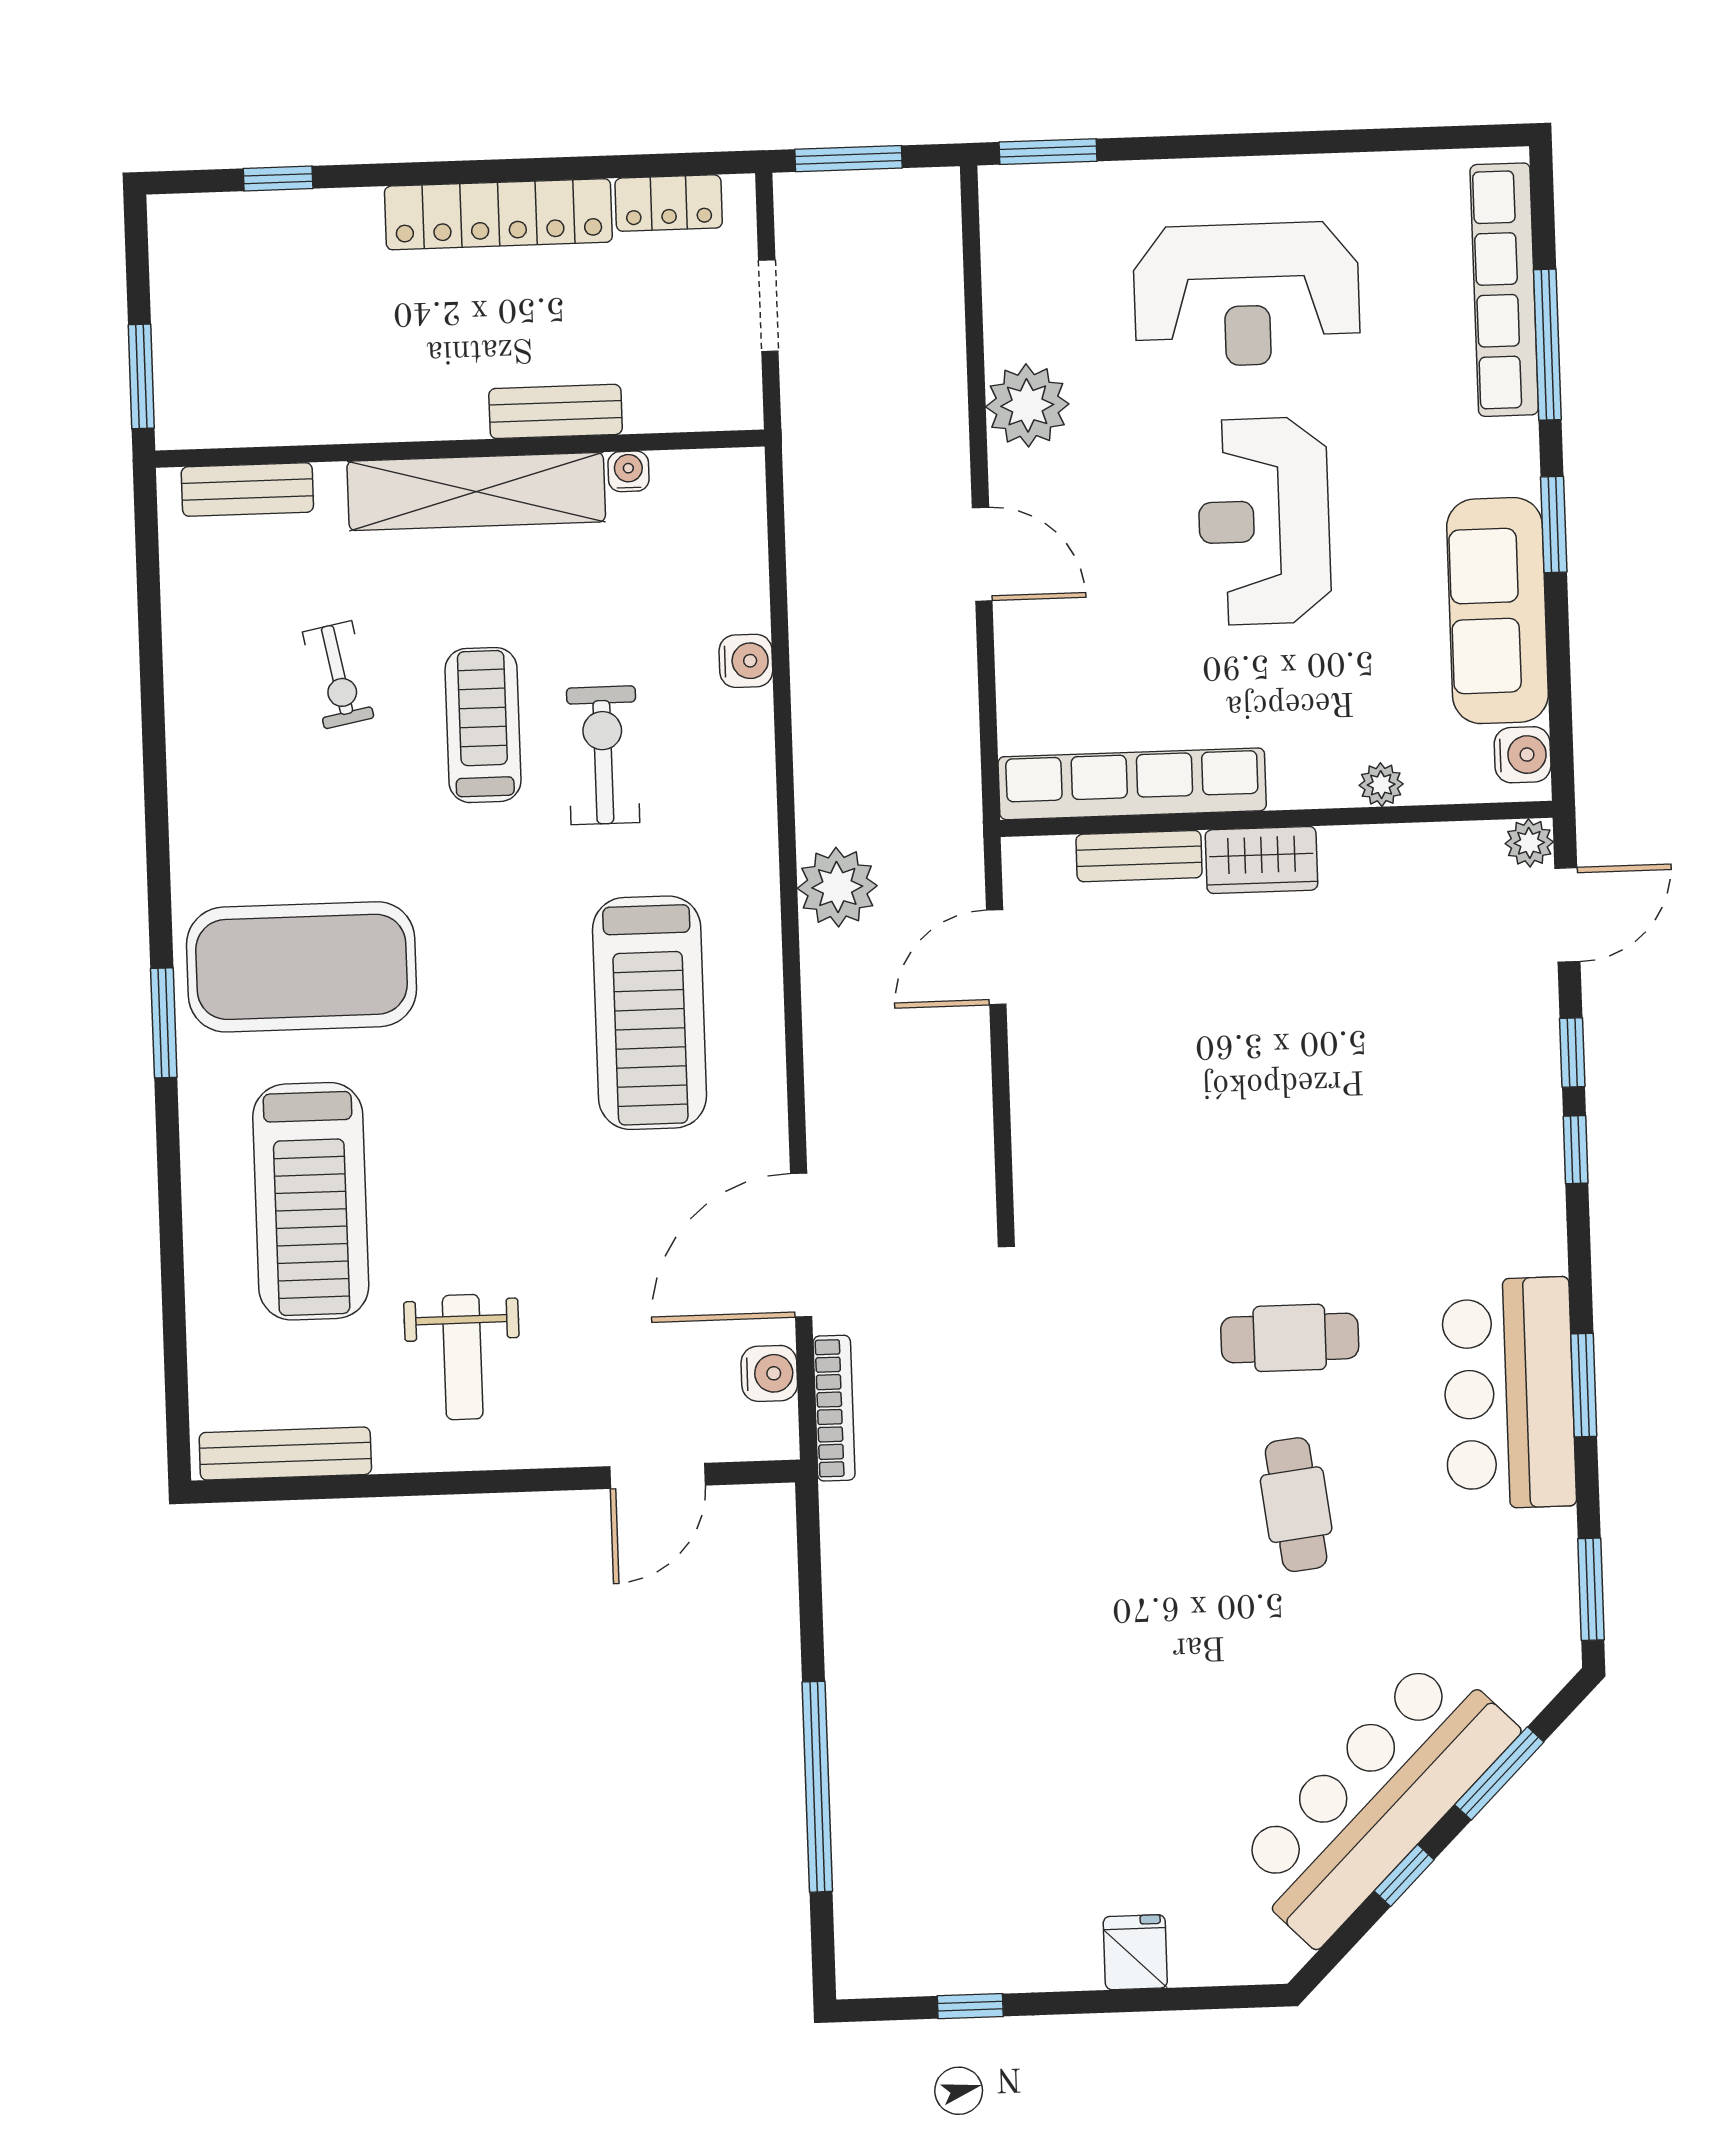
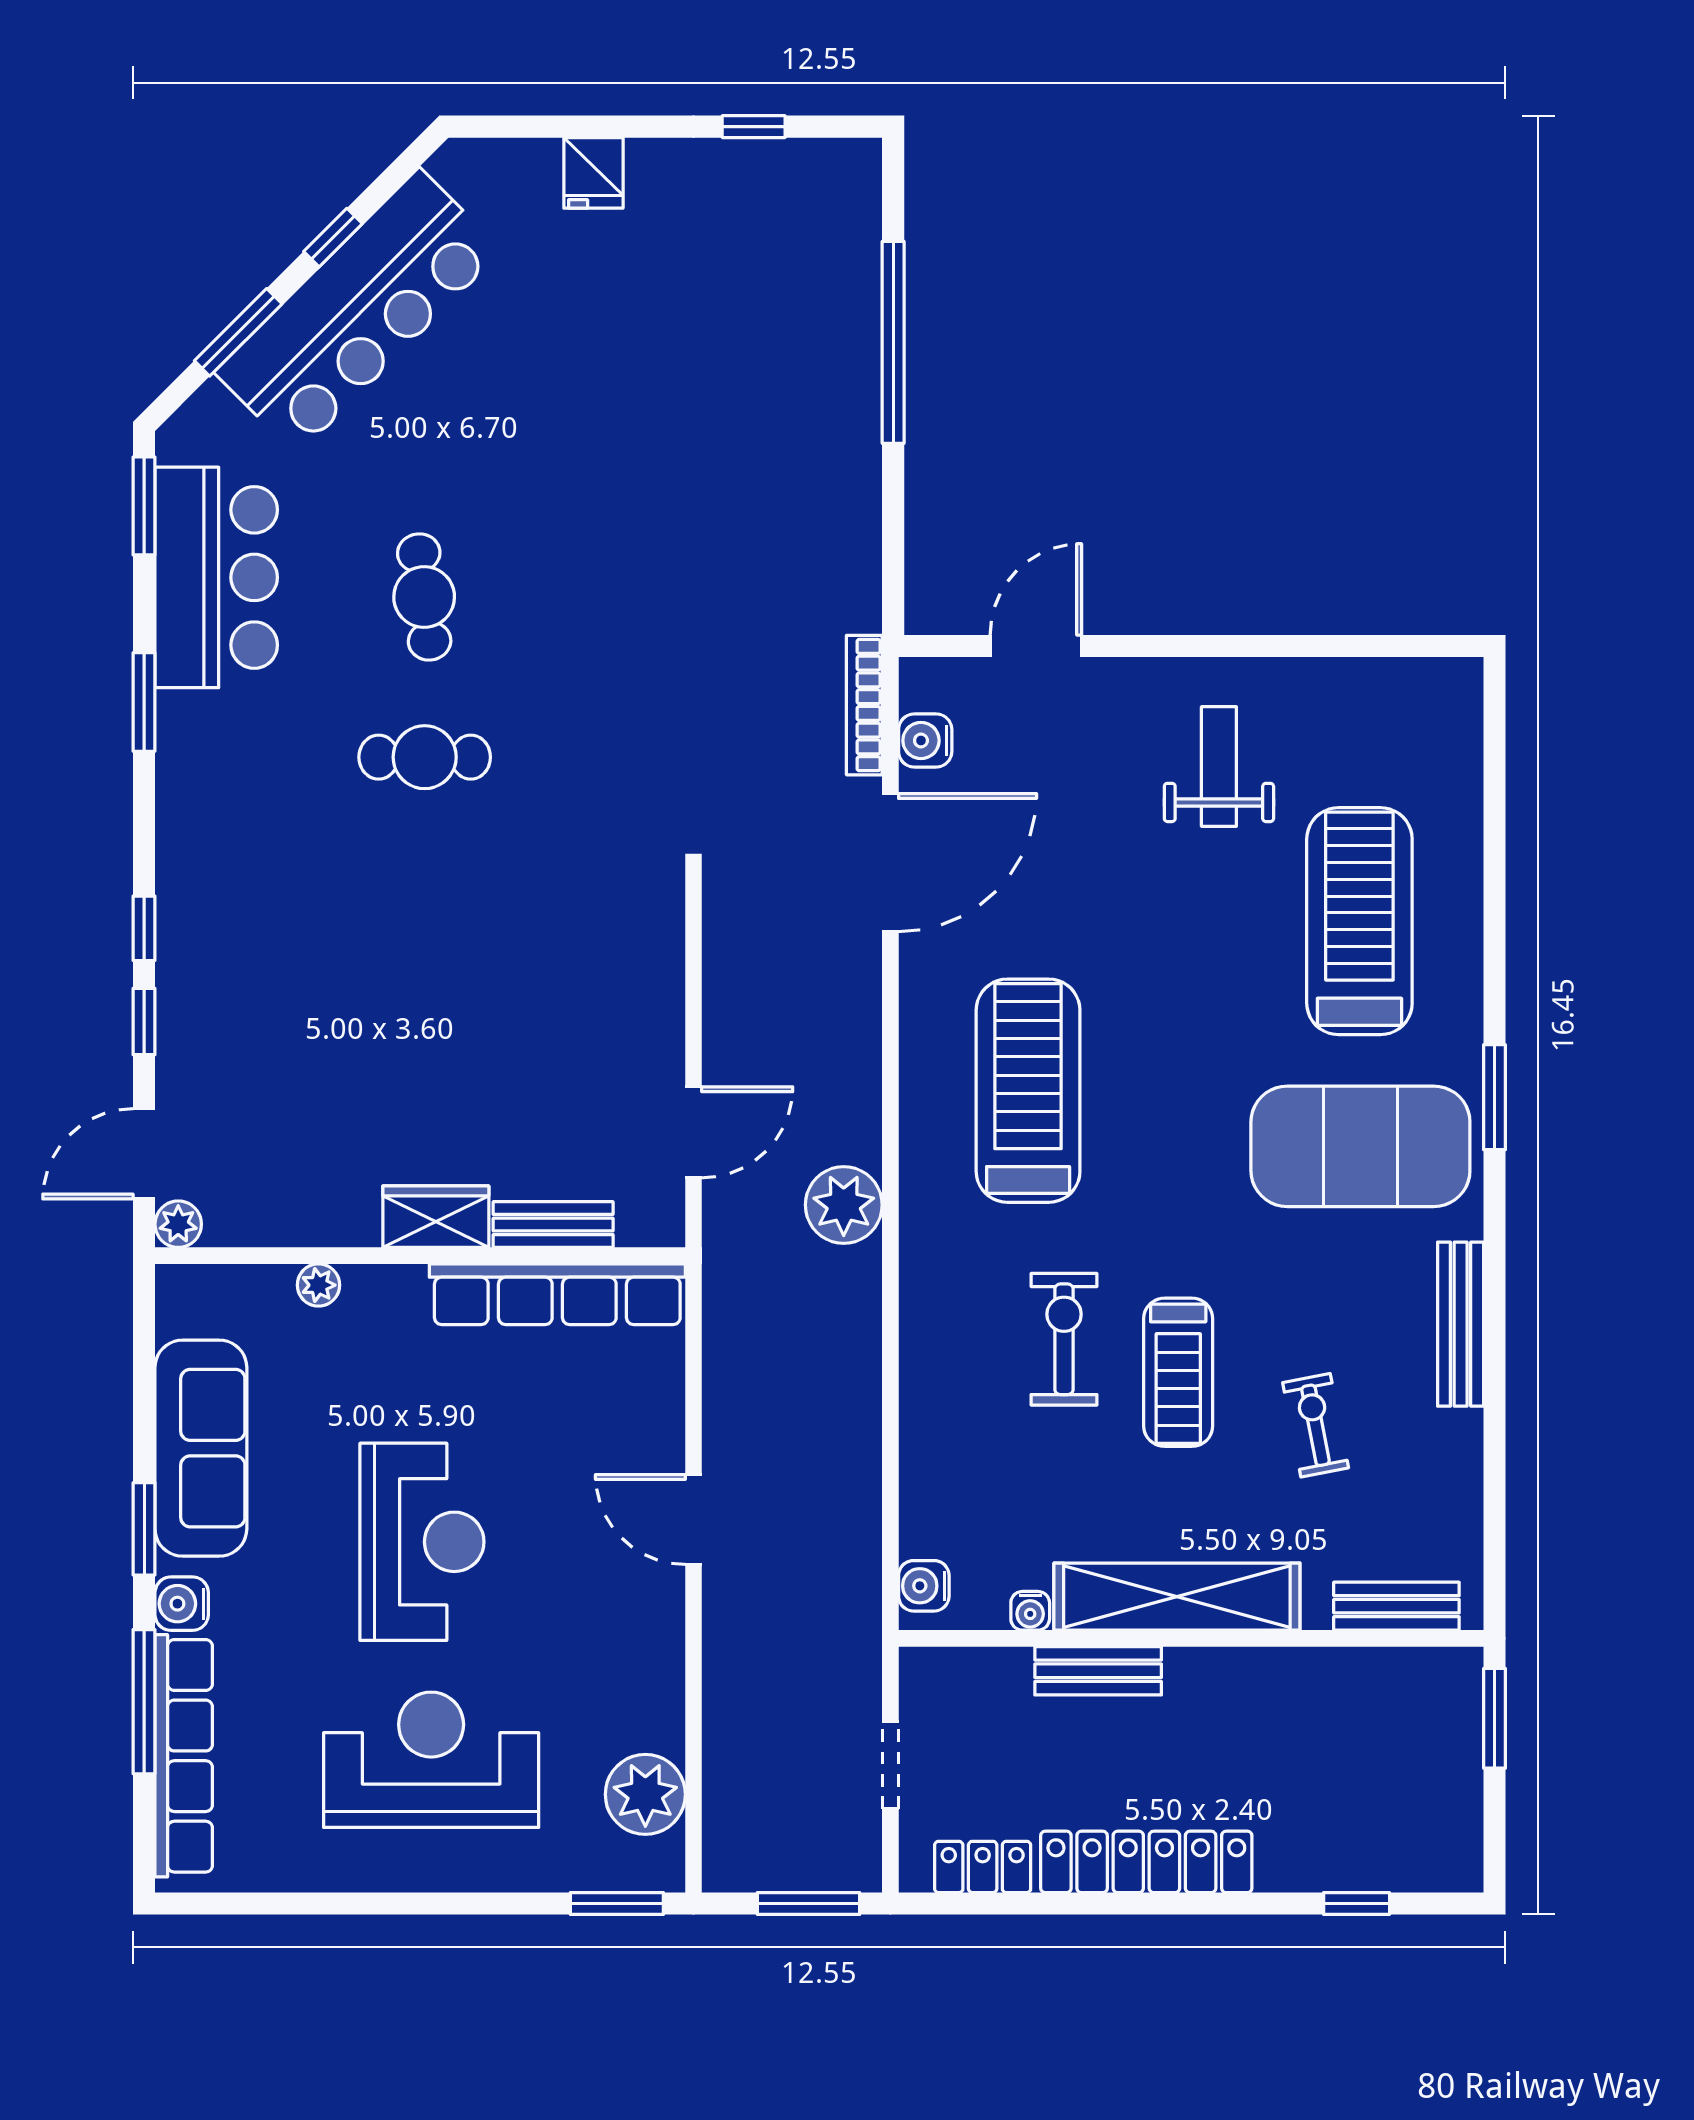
plant: (1027, 405) -> (645, 1794), moved
water cooler: (746, 661) -> (924, 1586), moved
exercise bike: (603, 755) -> (1064, 1339), turned 180
water cooler: (1523, 755) -> (182, 1604), moved
bar counter: (1509, 1393) -> (216, 577), moved
bench: (285, 1453) -> (1461, 1324), moved, turned 90

